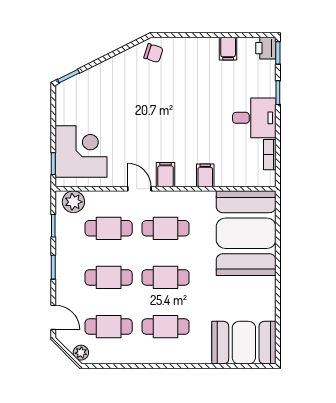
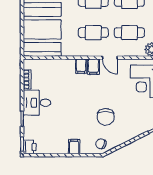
filing cabinet: (228, 49) -> (74, 147), moved
chair: (146, 95) -> (106, 117), added
filing cabinet: (205, 175) -> (81, 66), moved

